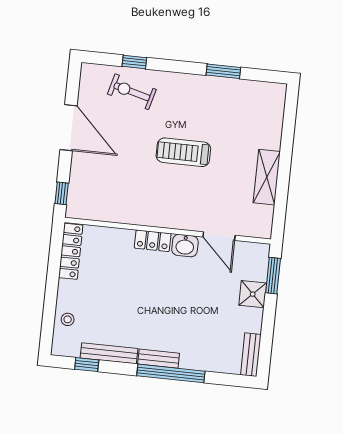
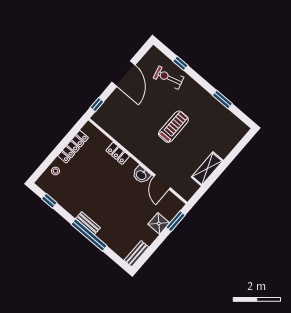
exercise bike: (132, 92) -> (169, 78), turned -31
treadmill: (183, 152) -> (173, 127), turned 90
locker: (153, 241) -> (118, 153), moved
locker: (71, 251) -> (73, 147), moved
bench: (109, 353) -> (65, 203), removed

